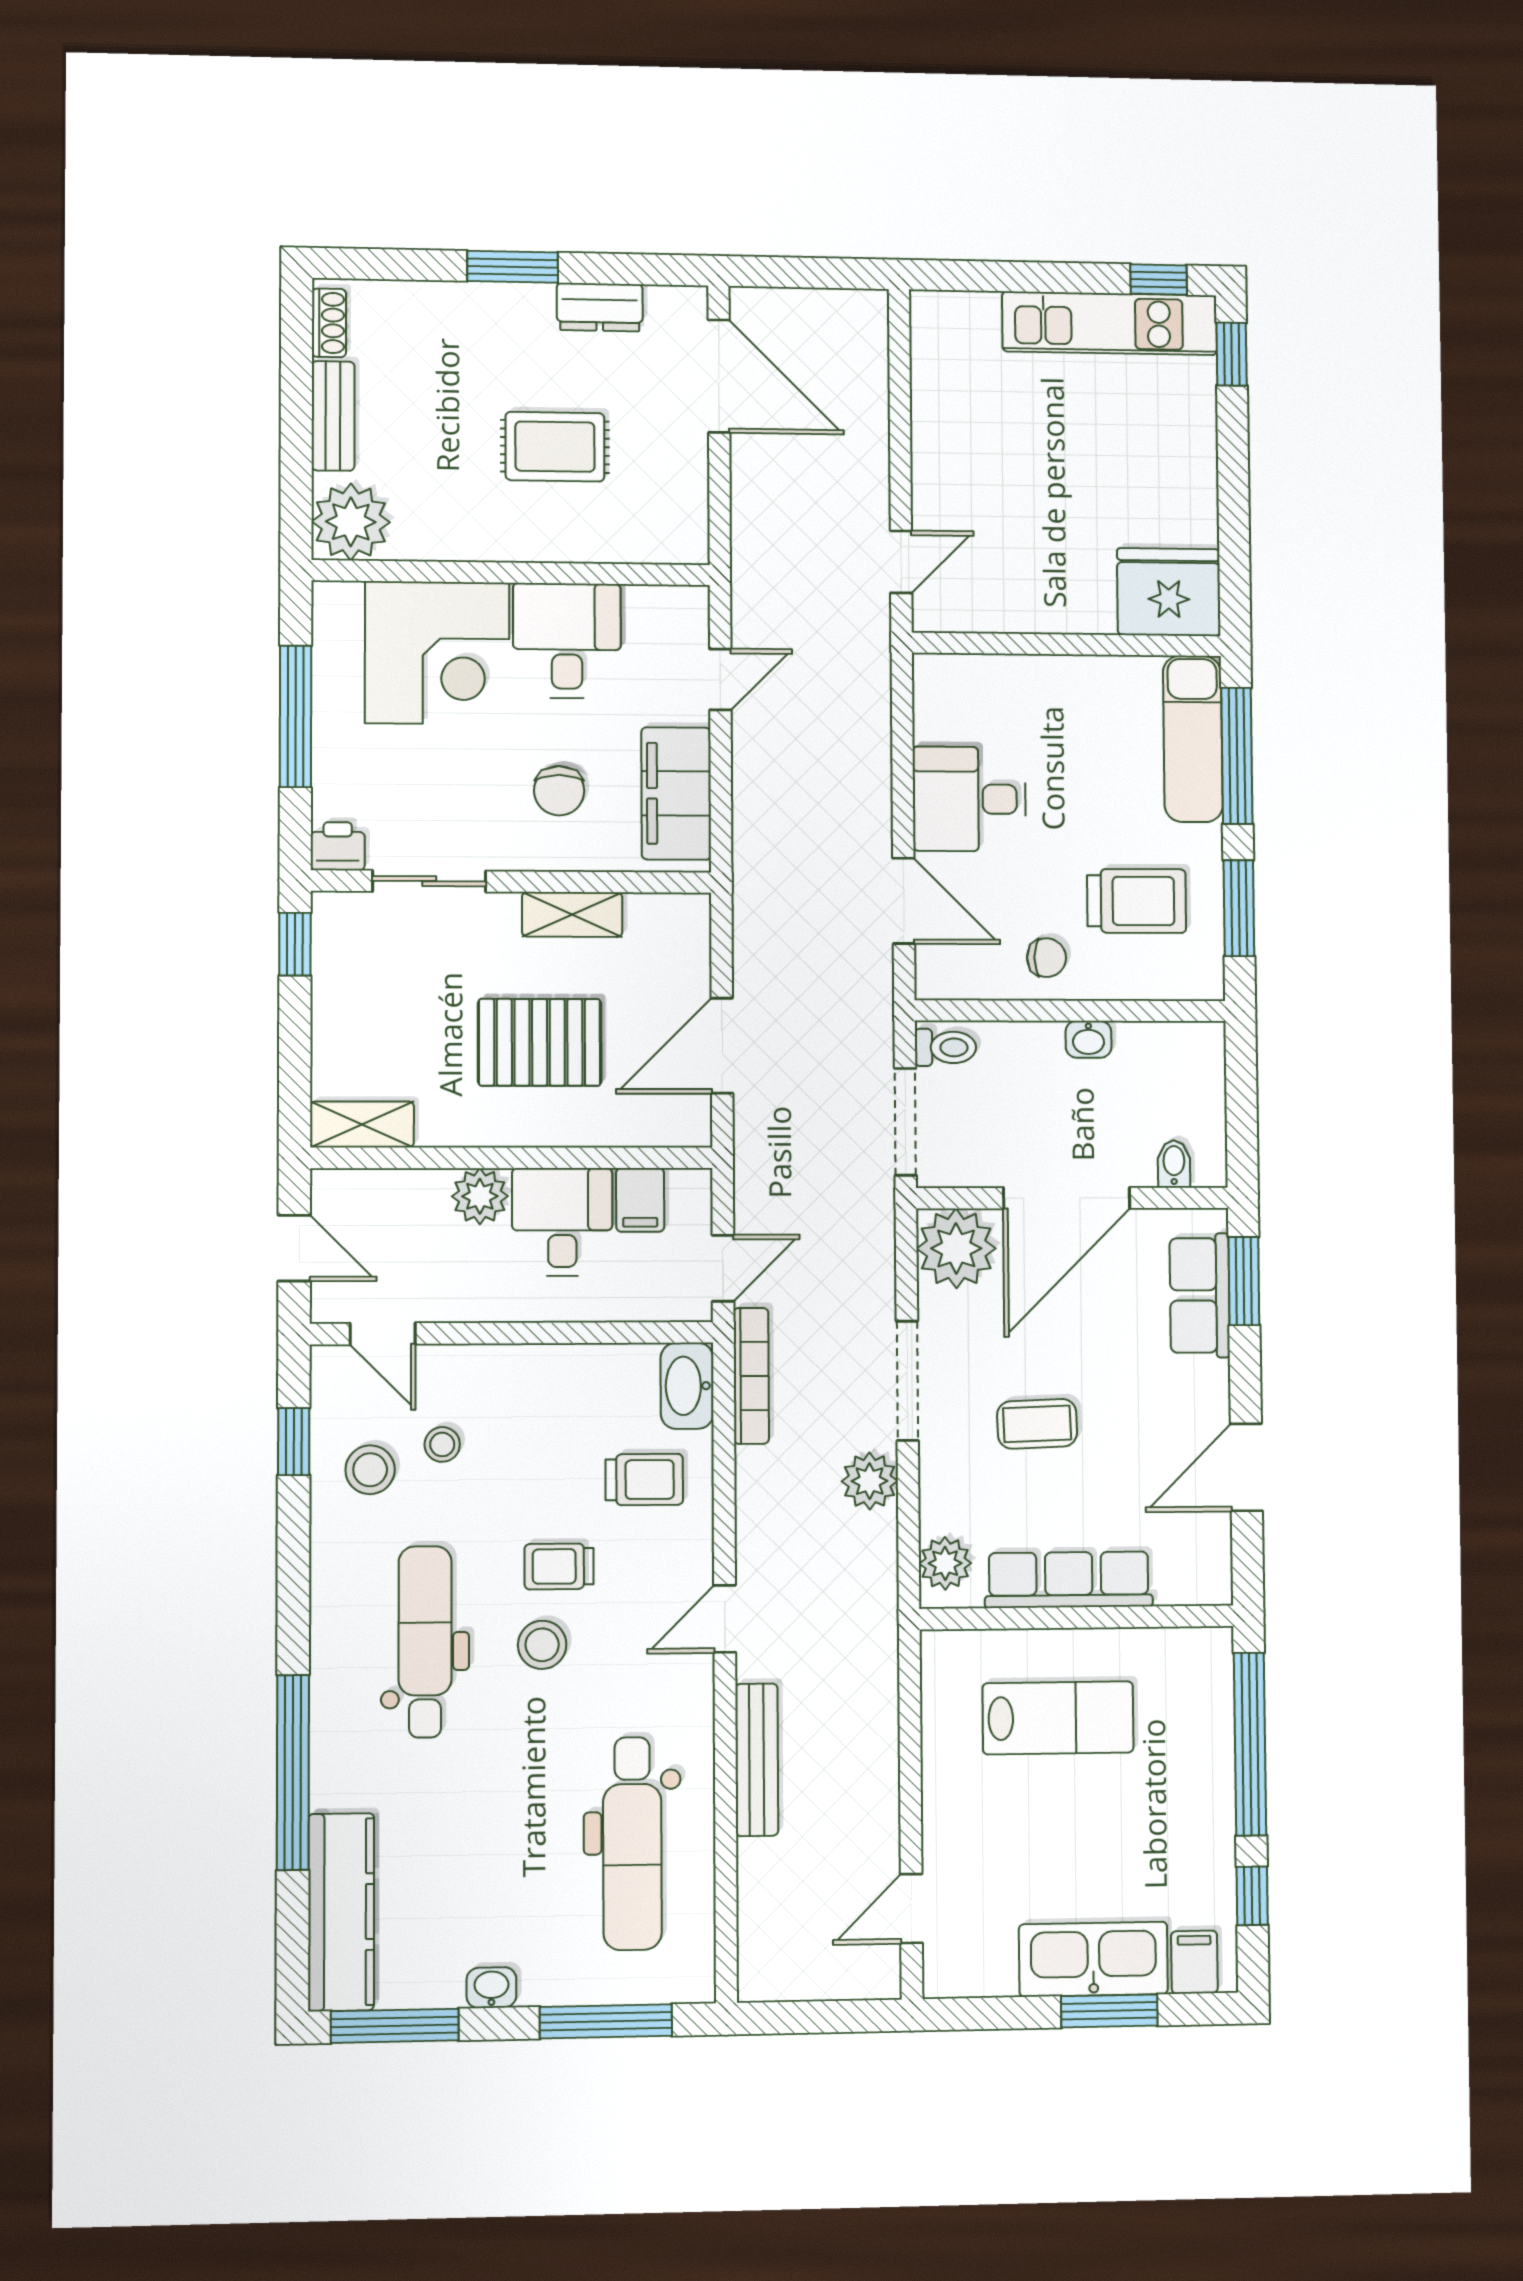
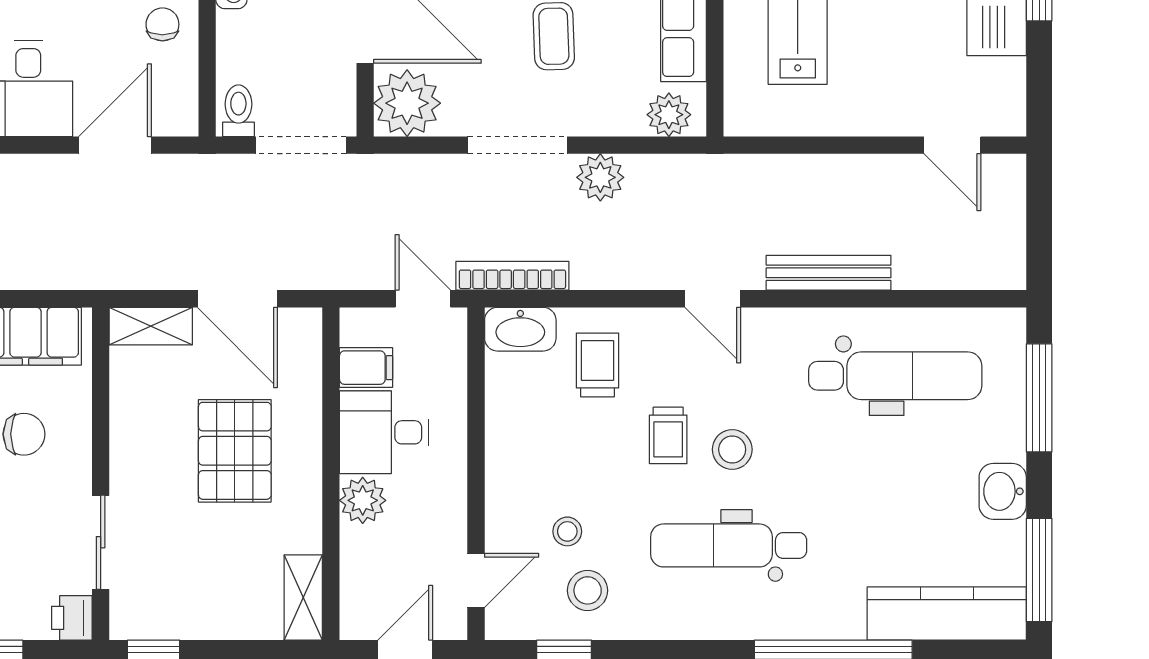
shelving: (572, 915) -> (151, 326), moved, turned 90
washbasin: (491, 1988) -> (1003, 491), width x1.38, depth x1.45

